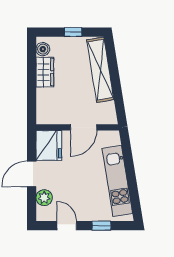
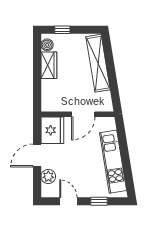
window: (73, 32) -> (62, 30), moved

